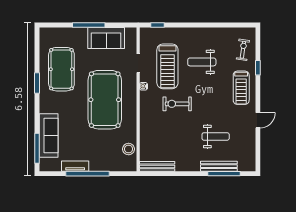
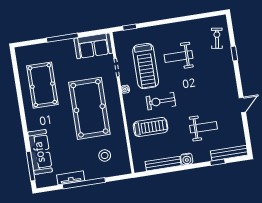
sofa: (106, 38) -> (93, 46), moved
window: (37, 83) -> (21, 102), removed
treadmill: (241, 88) -> (150, 127), moved, turned -90
stool: (129, 149) -> (105, 155), moved
bench: (157, 166) -> (163, 164), moved
water cooler: (194, 166) -> (187, 159), added
bench: (219, 166) -> (229, 153), moved
window: (224, 174) -> (217, 162), width x0.46

